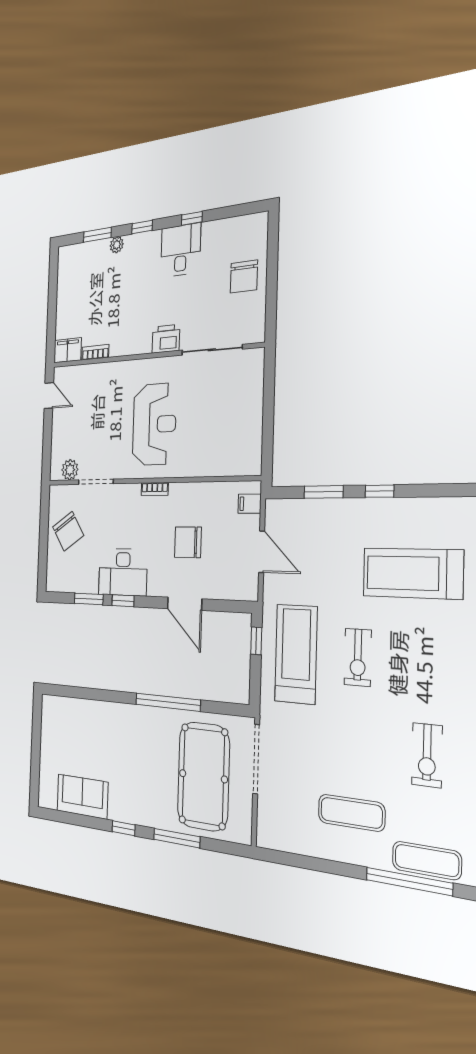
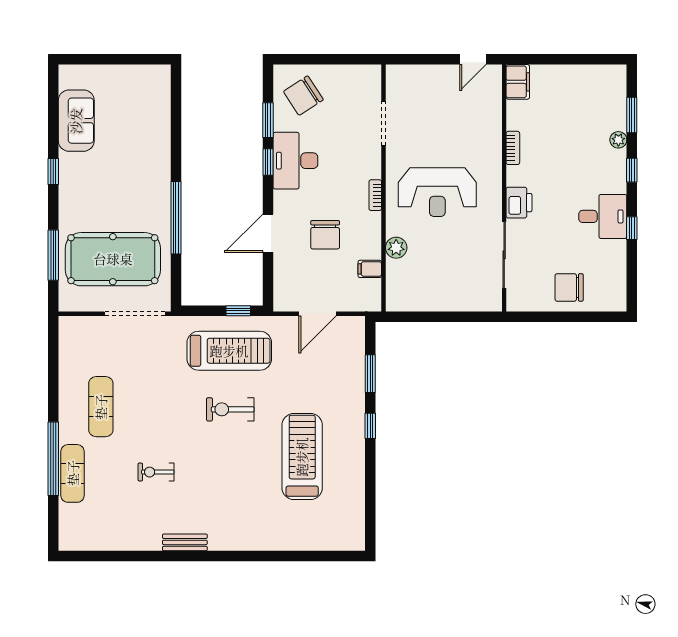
bookcase: (95, 352) -> (513, 148), moved
plant: (70, 470) -> (396, 248), moved
filing cabinet: (250, 504) -> (370, 269), moved, turned -90
chair: (68, 531) -> (303, 96), moved
chair: (188, 542) -> (325, 235), turned 180
exercise bike: (427, 755) -> (156, 472), width x0.73, depth x0.72
window: (177, 838) -> (53, 255), moved

